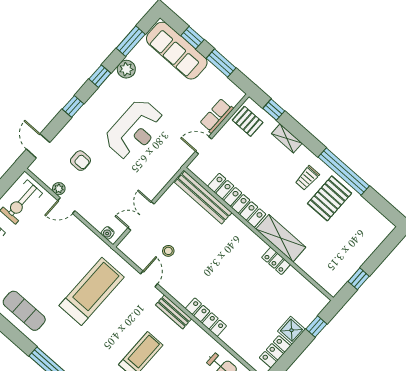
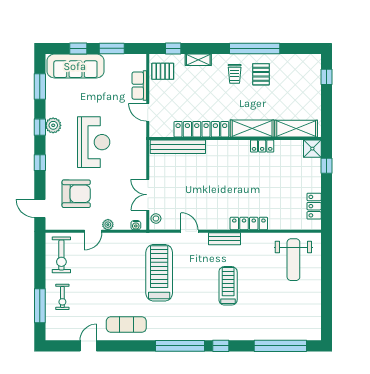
plant: (126, 69) -> (53, 125), moved
door: (204, 145) -> (148, 112), hinge flipped
armchair: (80, 161) -> (76, 194), width x1.88, depth x1.88
plant: (59, 189) -> (108, 225), moved
pallet: (330, 198) -> (261, 74), width x0.67, depth x0.71
stool: (168, 251) -> (156, 219), moved
shelving: (318, 272) -> (296, 129), added
window: (359, 279) -> (327, 77), moved
shower: (291, 330) -> (312, 149), moved

